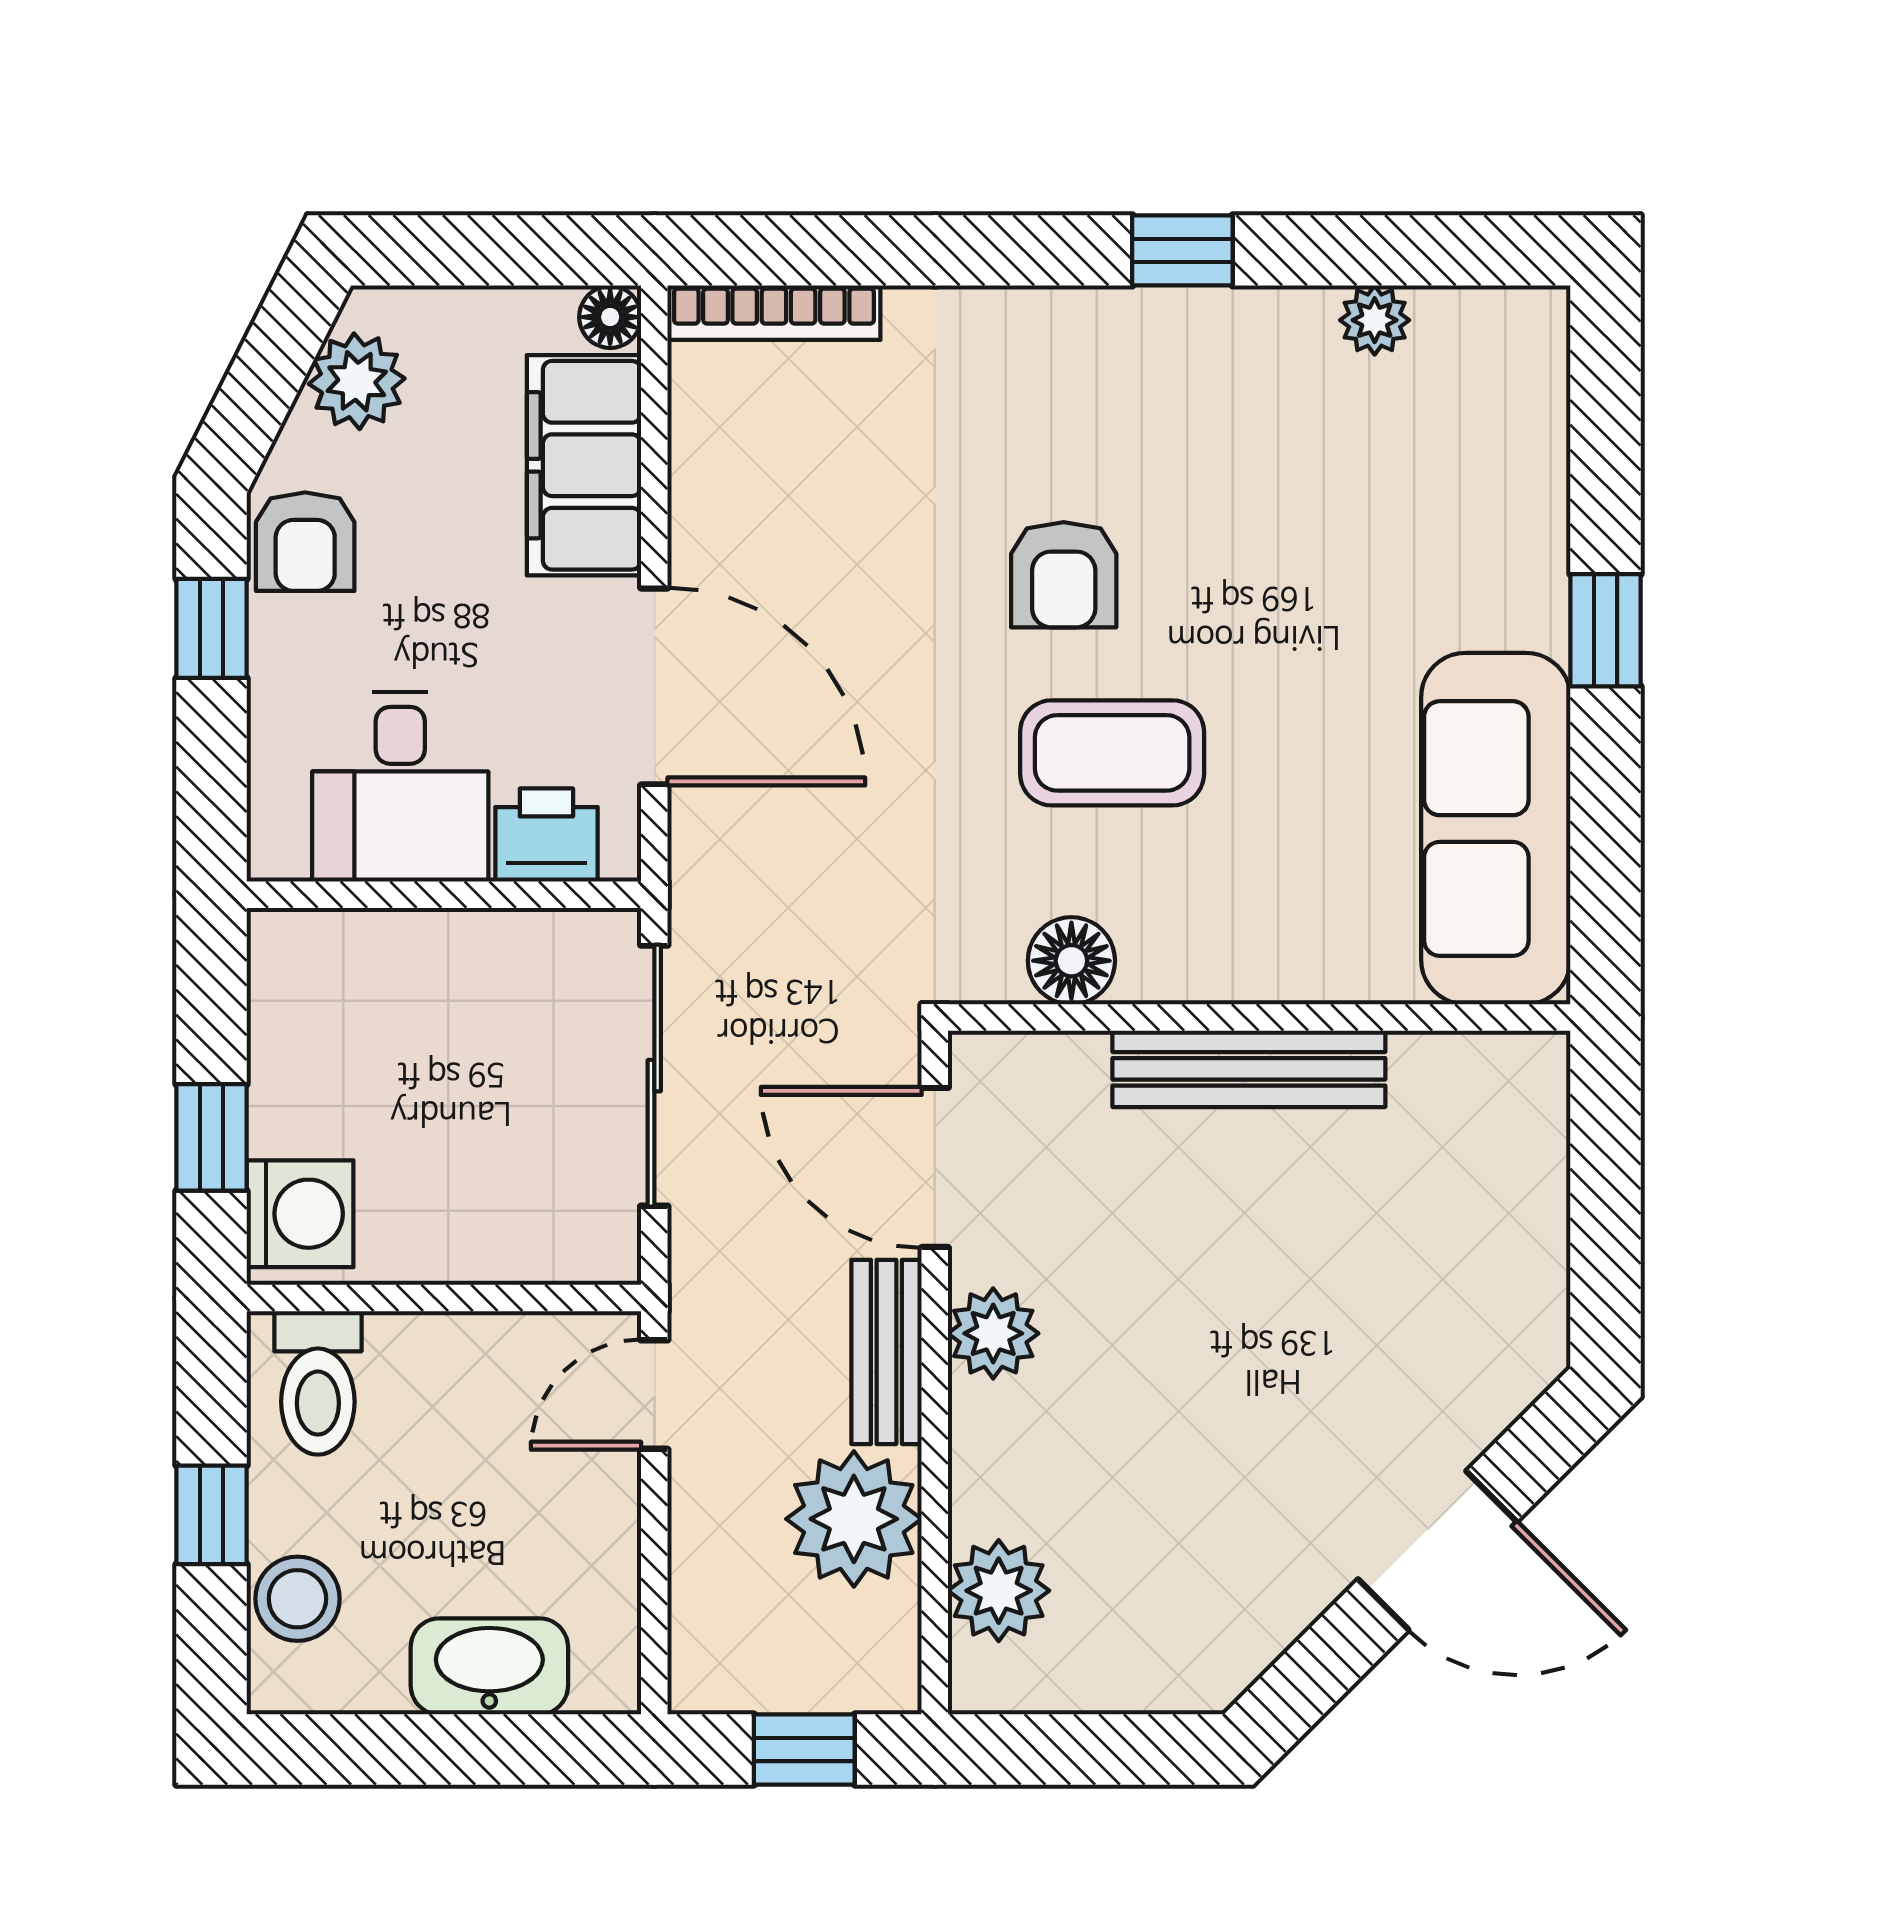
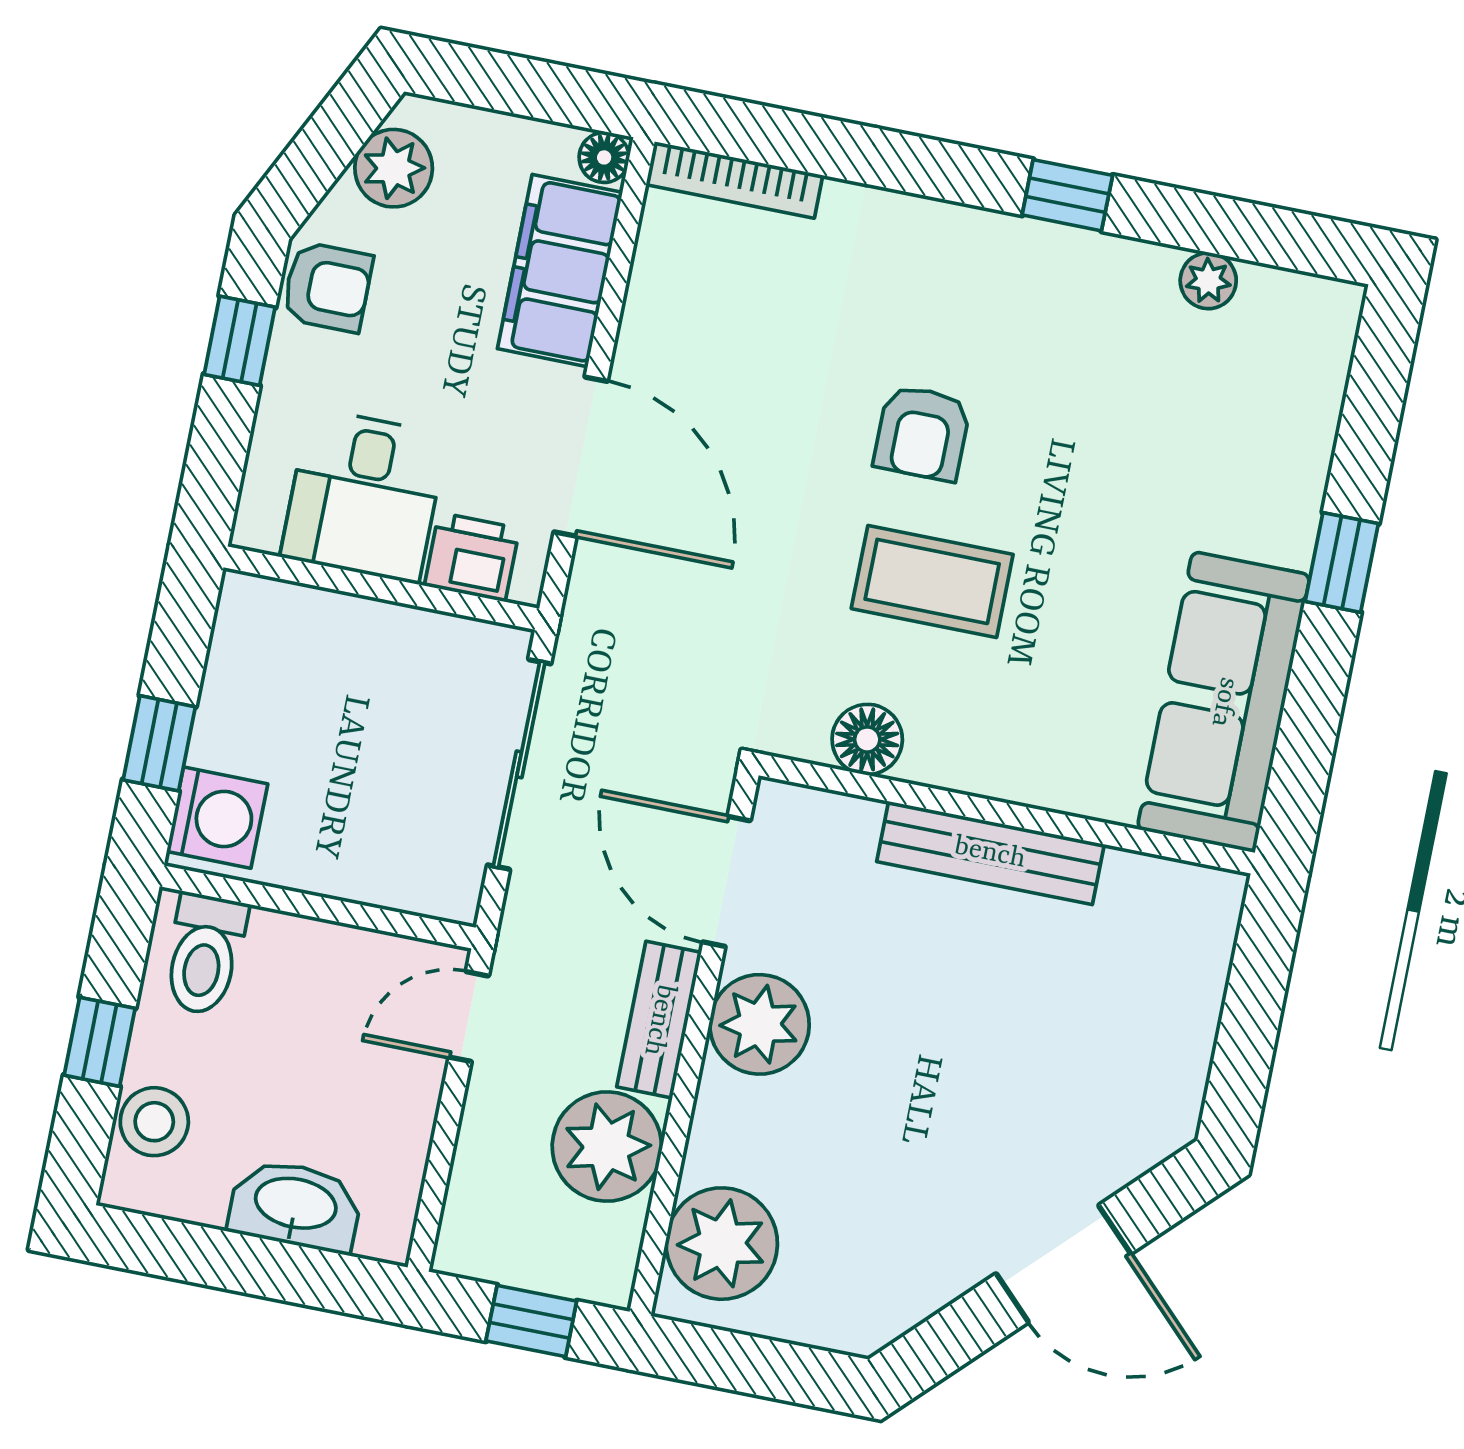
armchair: (305, 542) -> (327, 287), turned -90
plant: (993, 1333) -> (759, 1024), width x1.36, depth x1.36
plant: (999, 1591) -> (722, 1244), width x1.36, depth x1.36

